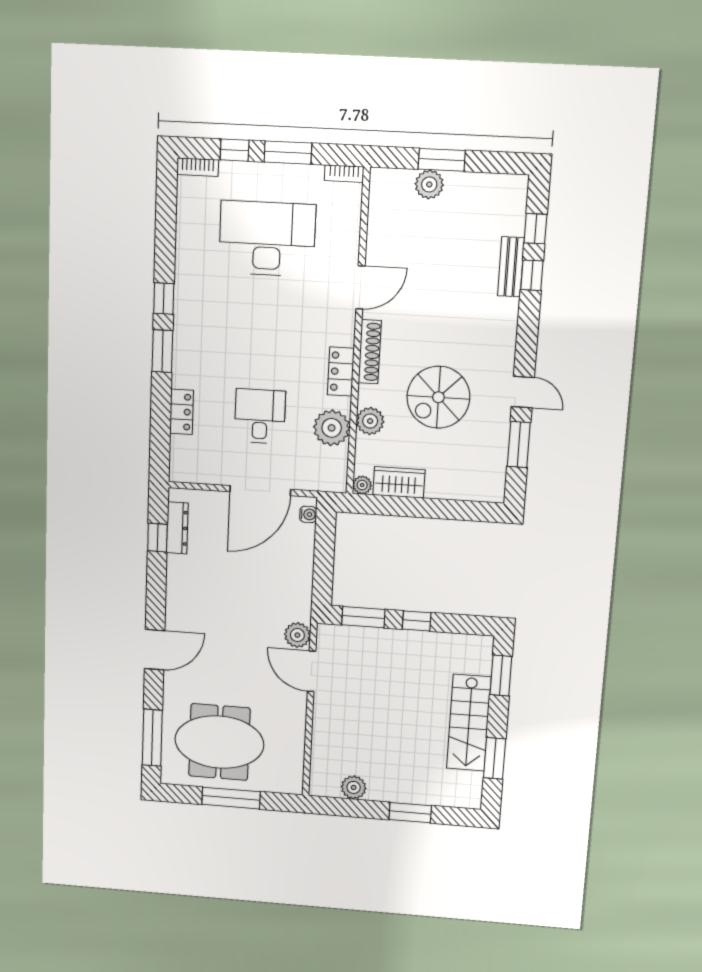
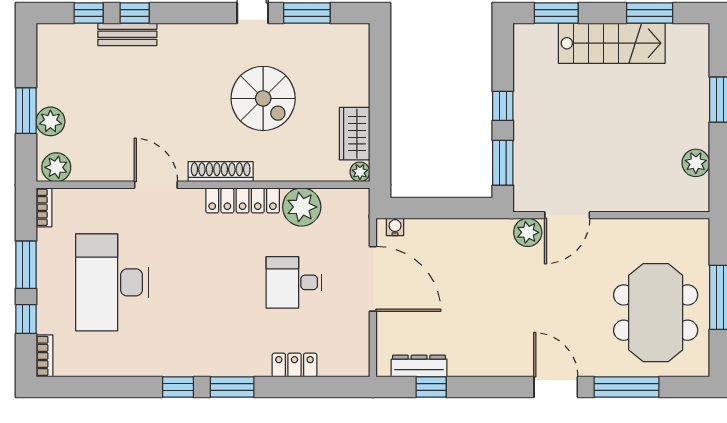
locker: (341, 371) -> (243, 200), width x1.53
plant: (370, 421) -> (56, 167), moved
window: (152, 738) -> (626, 387), moved

